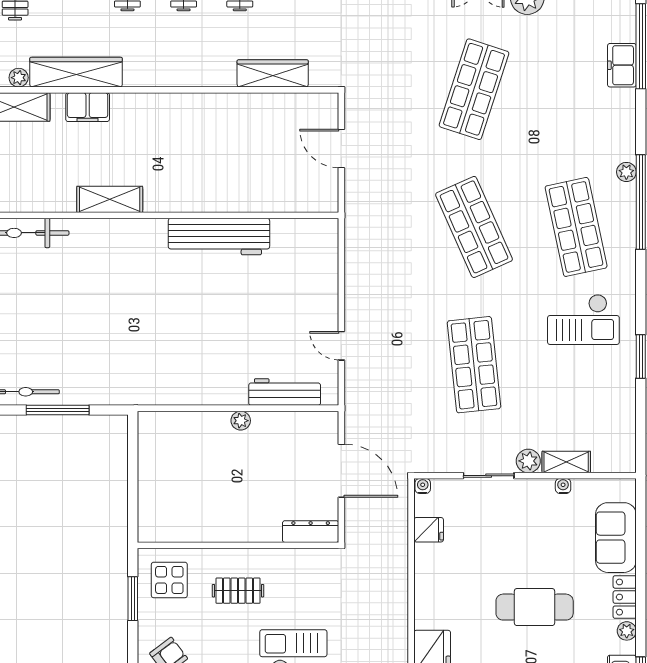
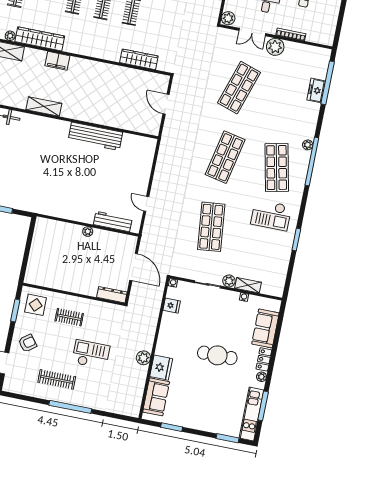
filing cabinet: (88, 107) -> (57, 61), moved
shop shelf: (474, 227) -> (225, 157), turned 36
plant: (395, 640) -> (143, 358), added

